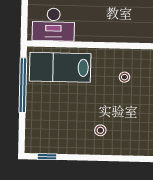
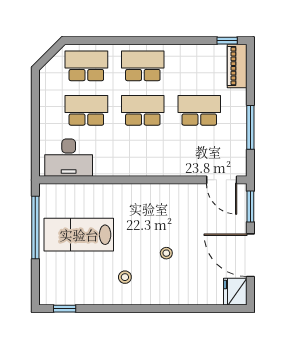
lab bench: (60, 67) -> (79, 235), moved
stool: (124, 77) -> (166, 253), moved

